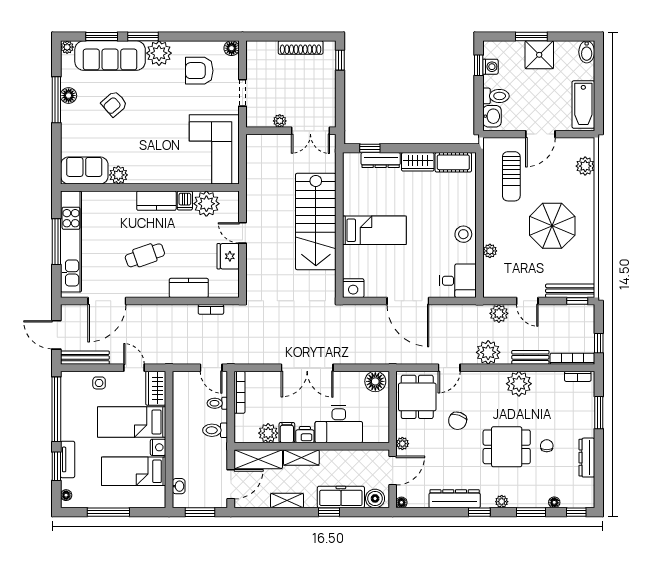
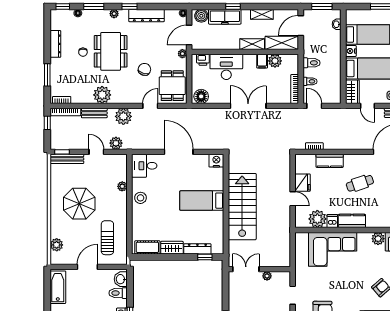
corner sofa: (214, 149) -> (333, 249), moved, turned 90
printer: (305, 435) -> (203, 60), moved
dining table: (507, 447) -> (111, 51), width x1.37

